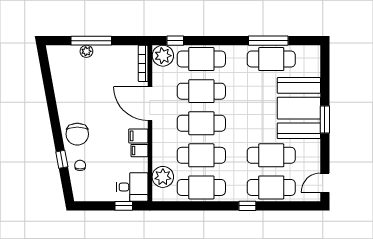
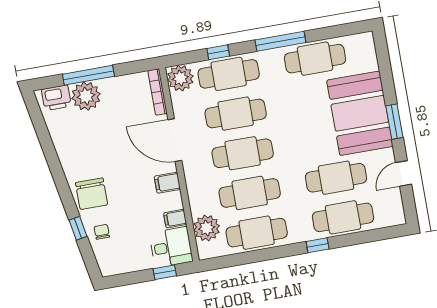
window: (175, 41) -> (218, 52), moved
window: (268, 41) -> (280, 41), moved
plant: (86, 51) -> (86, 96), width x1.88, depth x1.88
printer: (63, 54) -> (56, 98), added
filing cabinet: (139, 151) -> (175, 219), moved
door: (325, 183) -> (404, 173), moved

